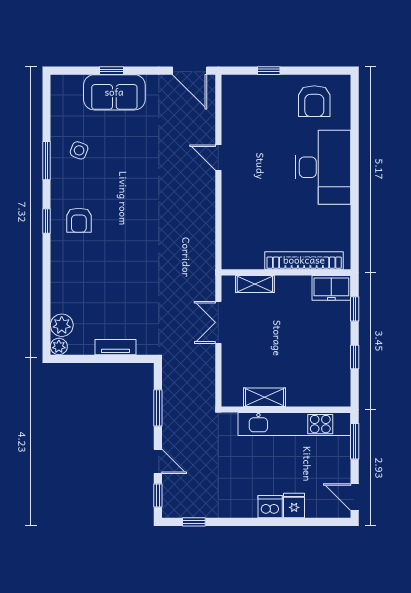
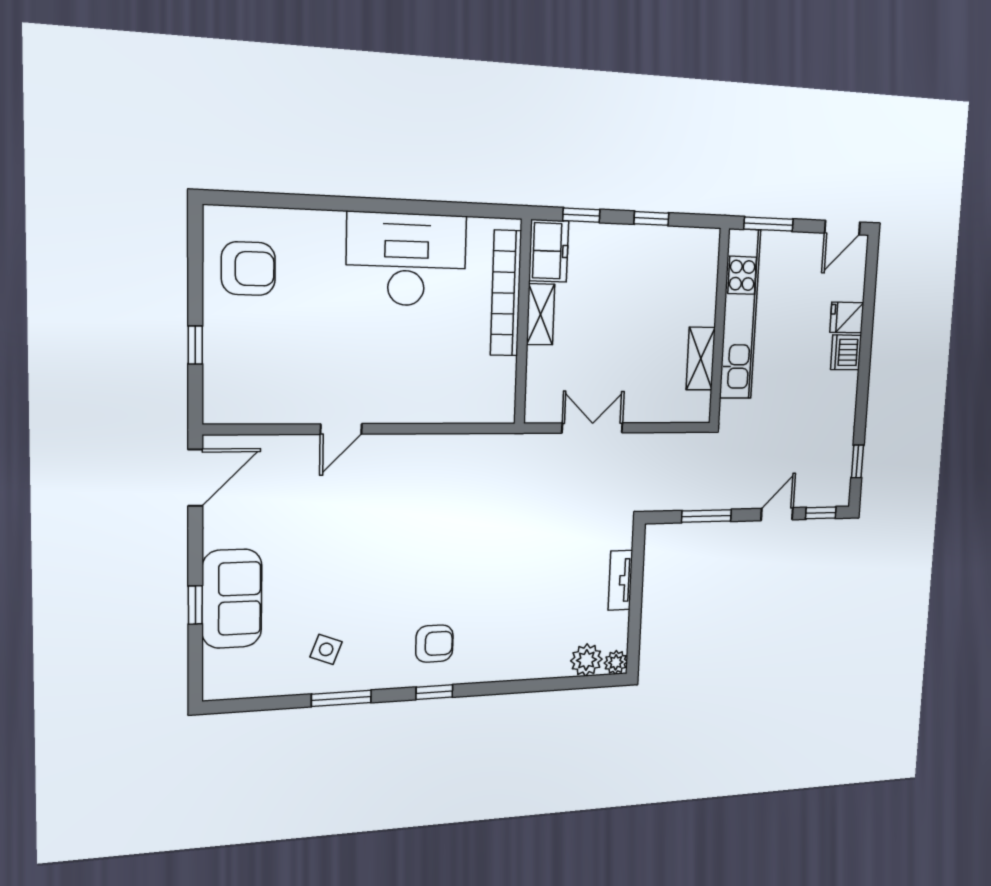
desk: (323, 167) -> (406, 260), moved
shelving: (255, 284) -> (541, 314), moved
double door: (218, 322) -> (592, 428), swing flipped

